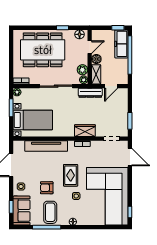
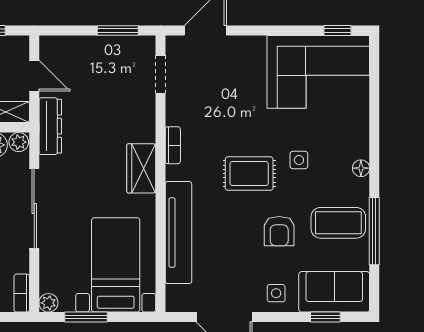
wardrobe: (85, 131) -> (141, 168), moved
corner sofa: (107, 196) -> (318, 72), width x0.73, depth x0.74

